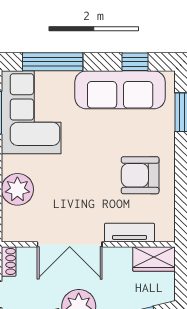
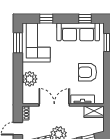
window: (53, 62) -> (46, 19), width x0.46
double door: (70, 244) -> (54, 105), swing flipped

